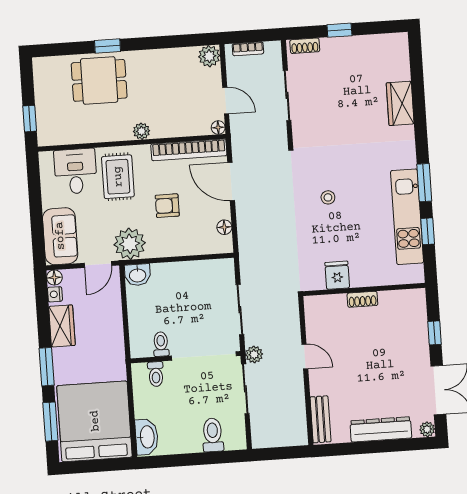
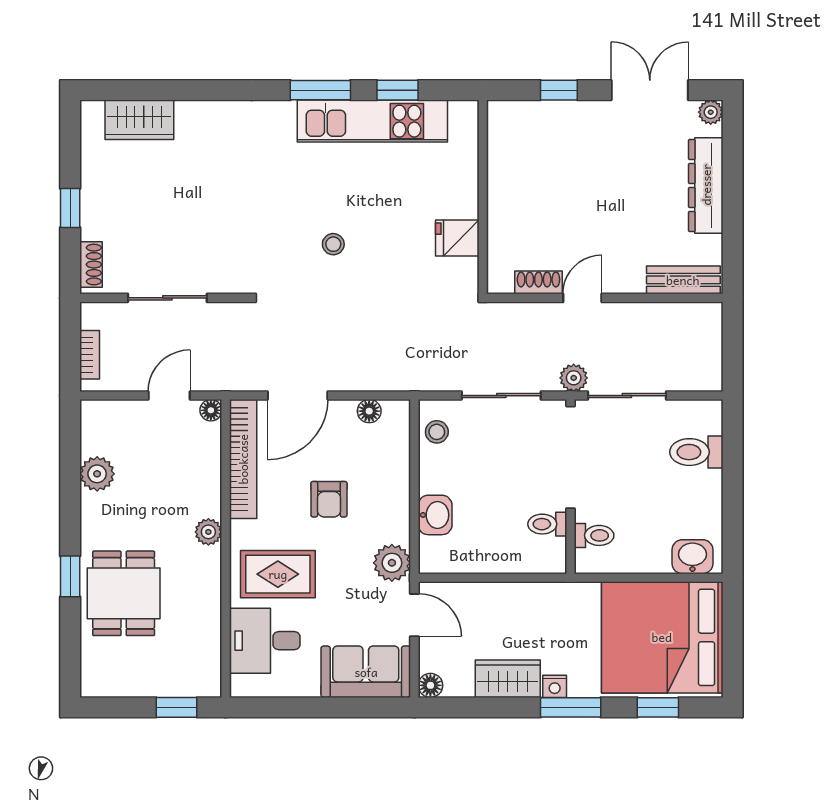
plant: (209, 56) -> (97, 474), moved
wardrobe: (400, 103) -> (139, 120), moved
plant: (130, 244) -> (392, 563), width x0.73, depth x0.73
stool: (214, 271) -> (437, 432), added
washbasin: (137, 275) -> (435, 515), moved
nightstand: (55, 294) -> (555, 686), moved
shoe rack: (362, 299) -> (538, 282), moved, turned -90
window: (50, 422) -> (658, 707), width x0.67
washbasin: (147, 437) -> (692, 557), width x0.72

